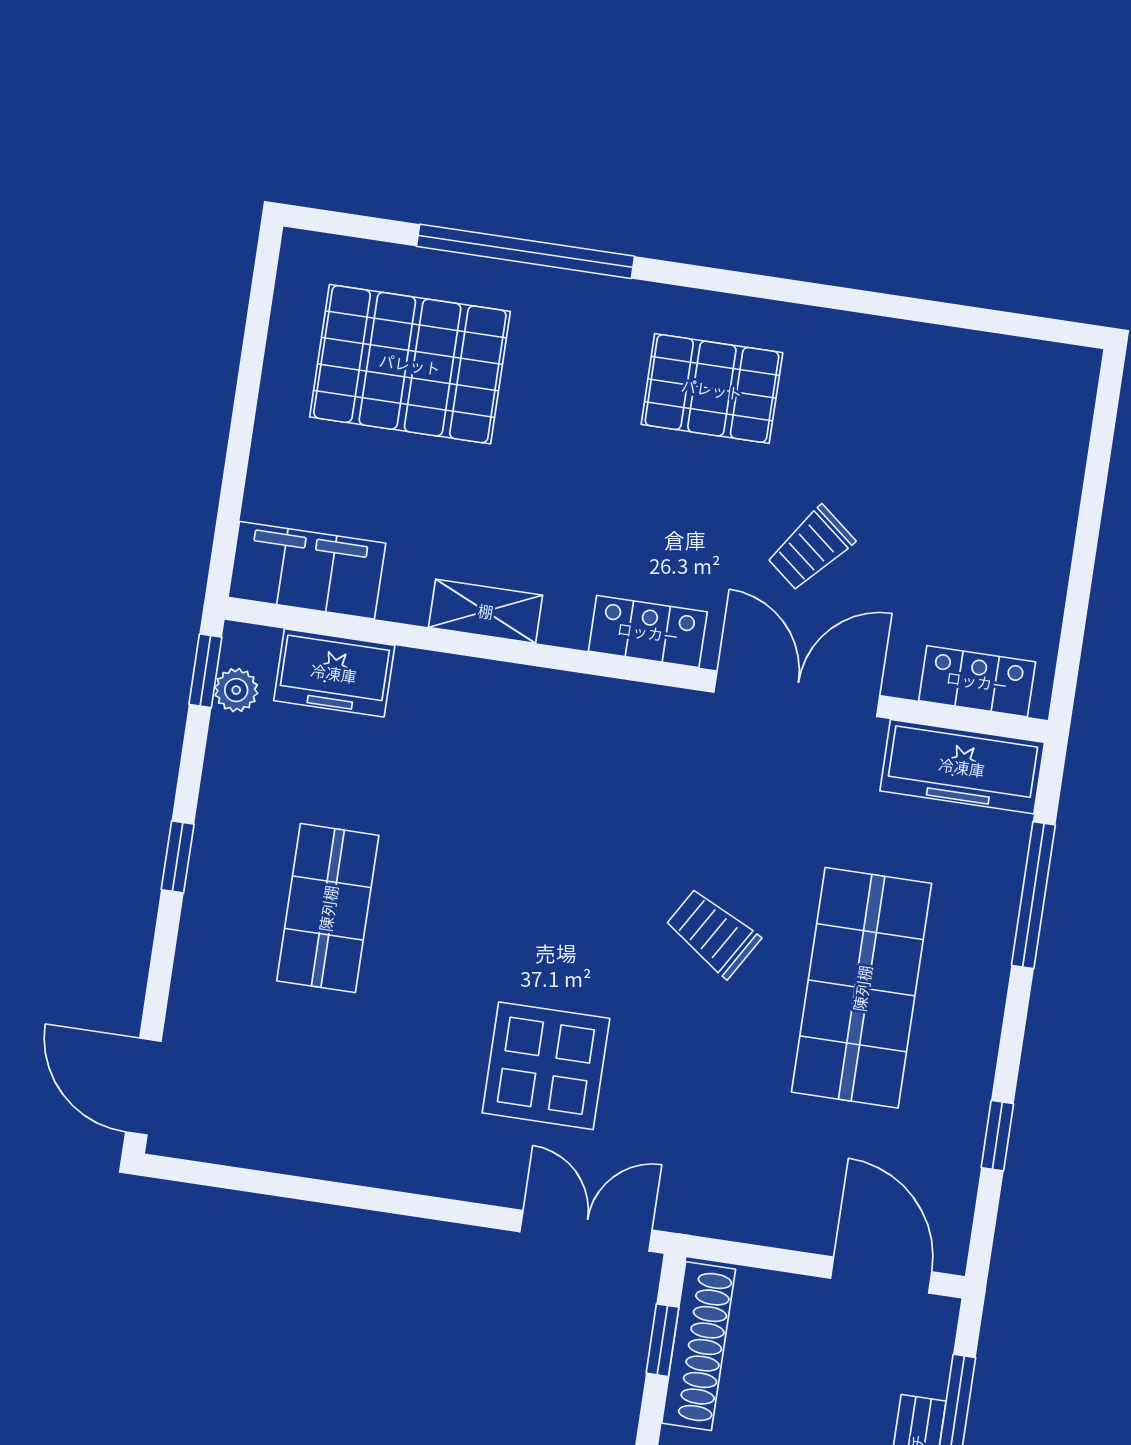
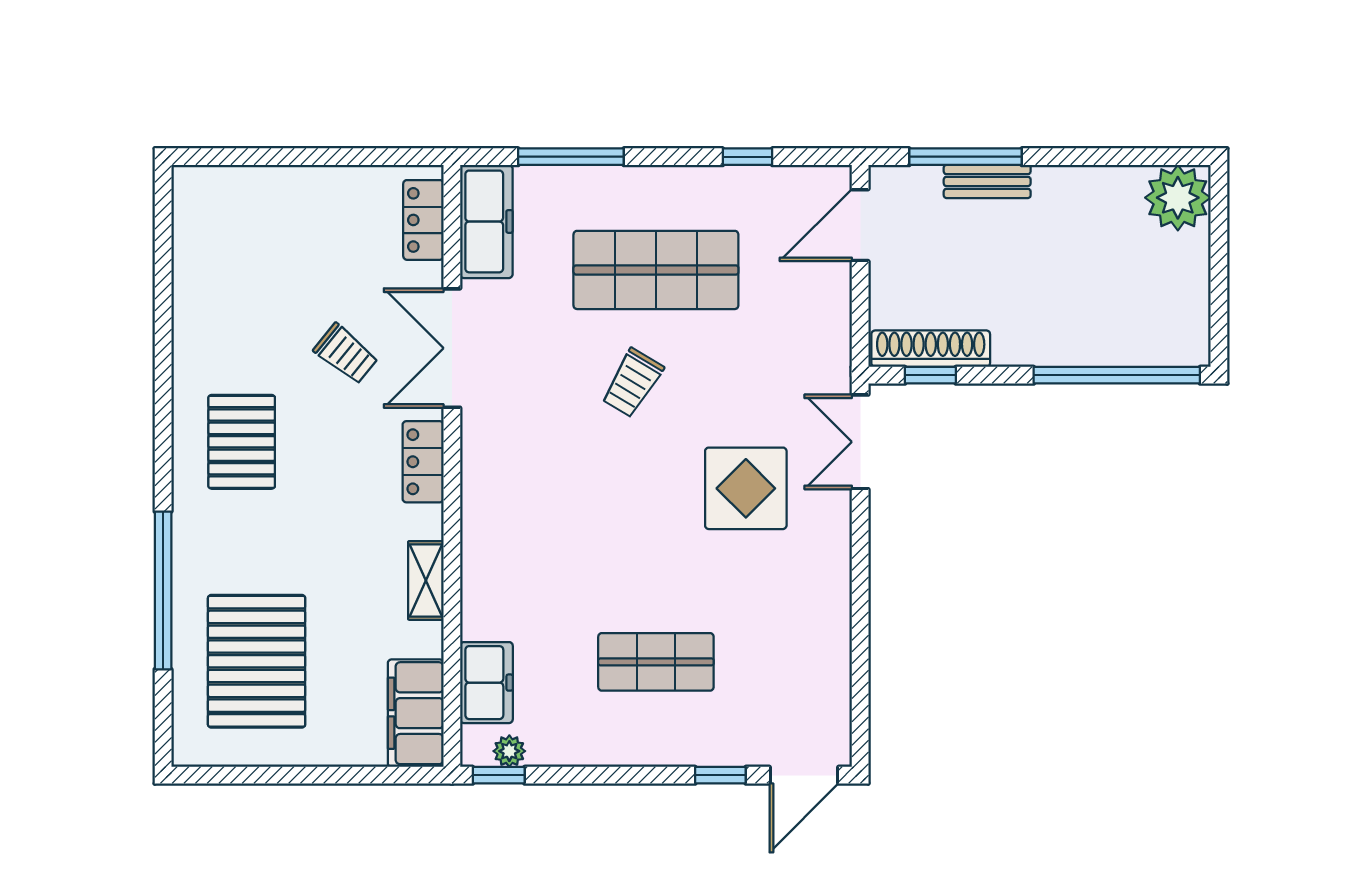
window: (178, 857) -> (720, 775), moved

